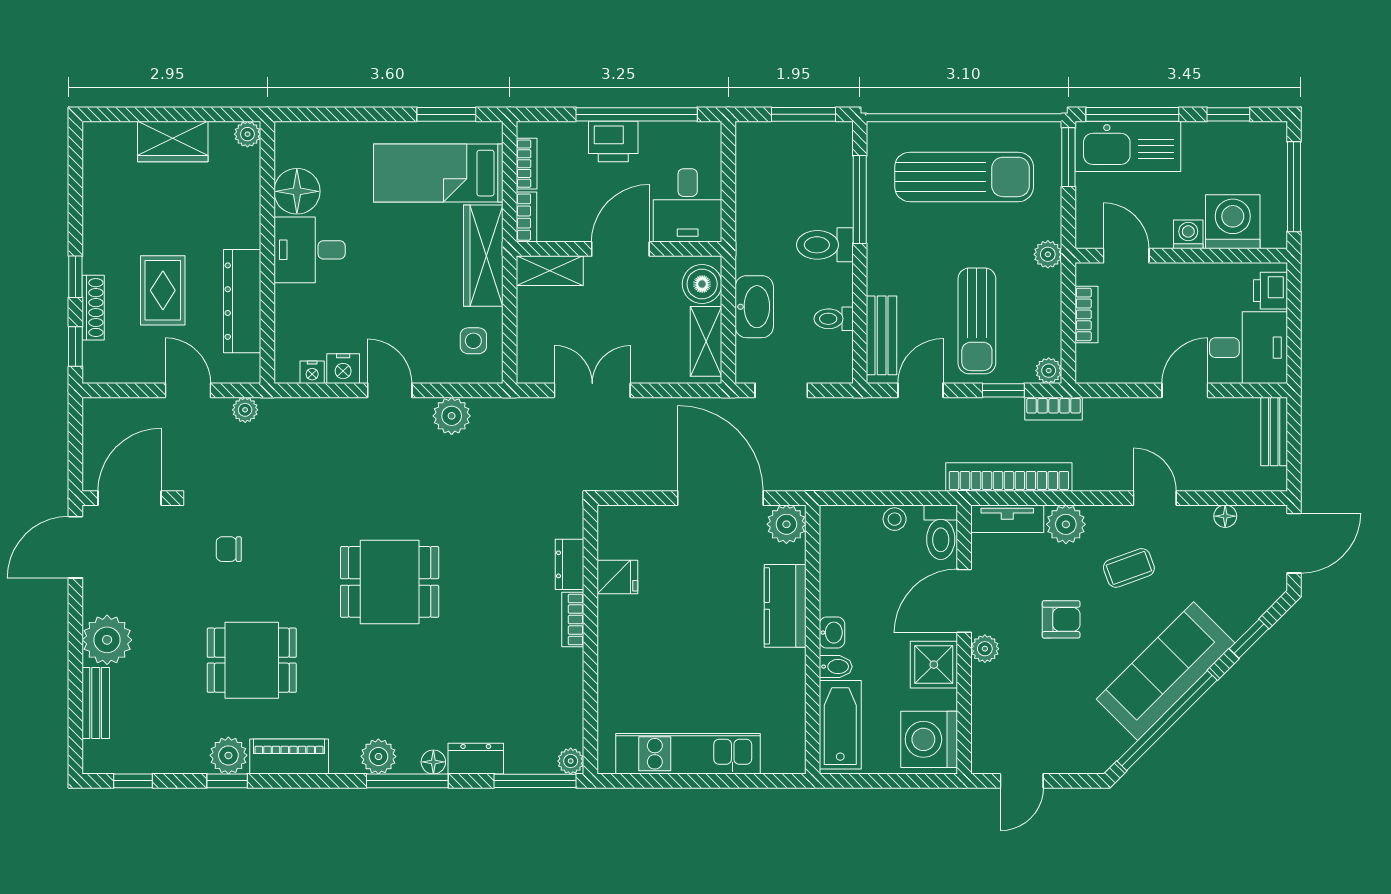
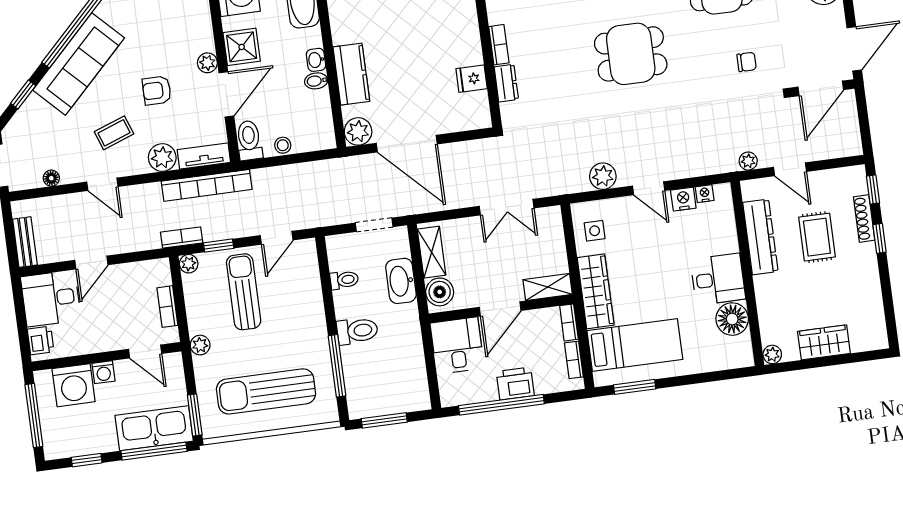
bench: (882, 335) -> (309, 273), removed
bidet: (836, 667) -> (316, 81), moved

